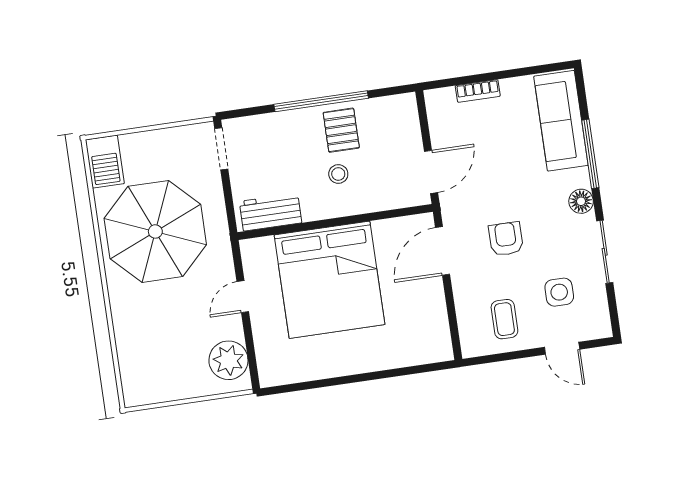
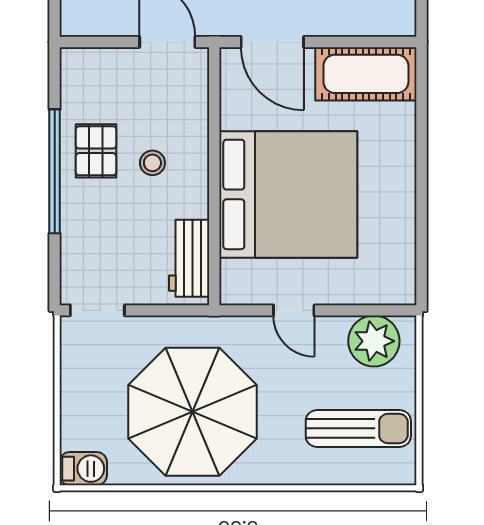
pallet: (341, 130) -> (96, 151), turned 90
barbecue: (105, 162) -> (83, 469), width x0.73, depth x0.79
cot: (429, 325) -> (366, 74), added
sun lounger: (161, 358) -> (358, 428), added

